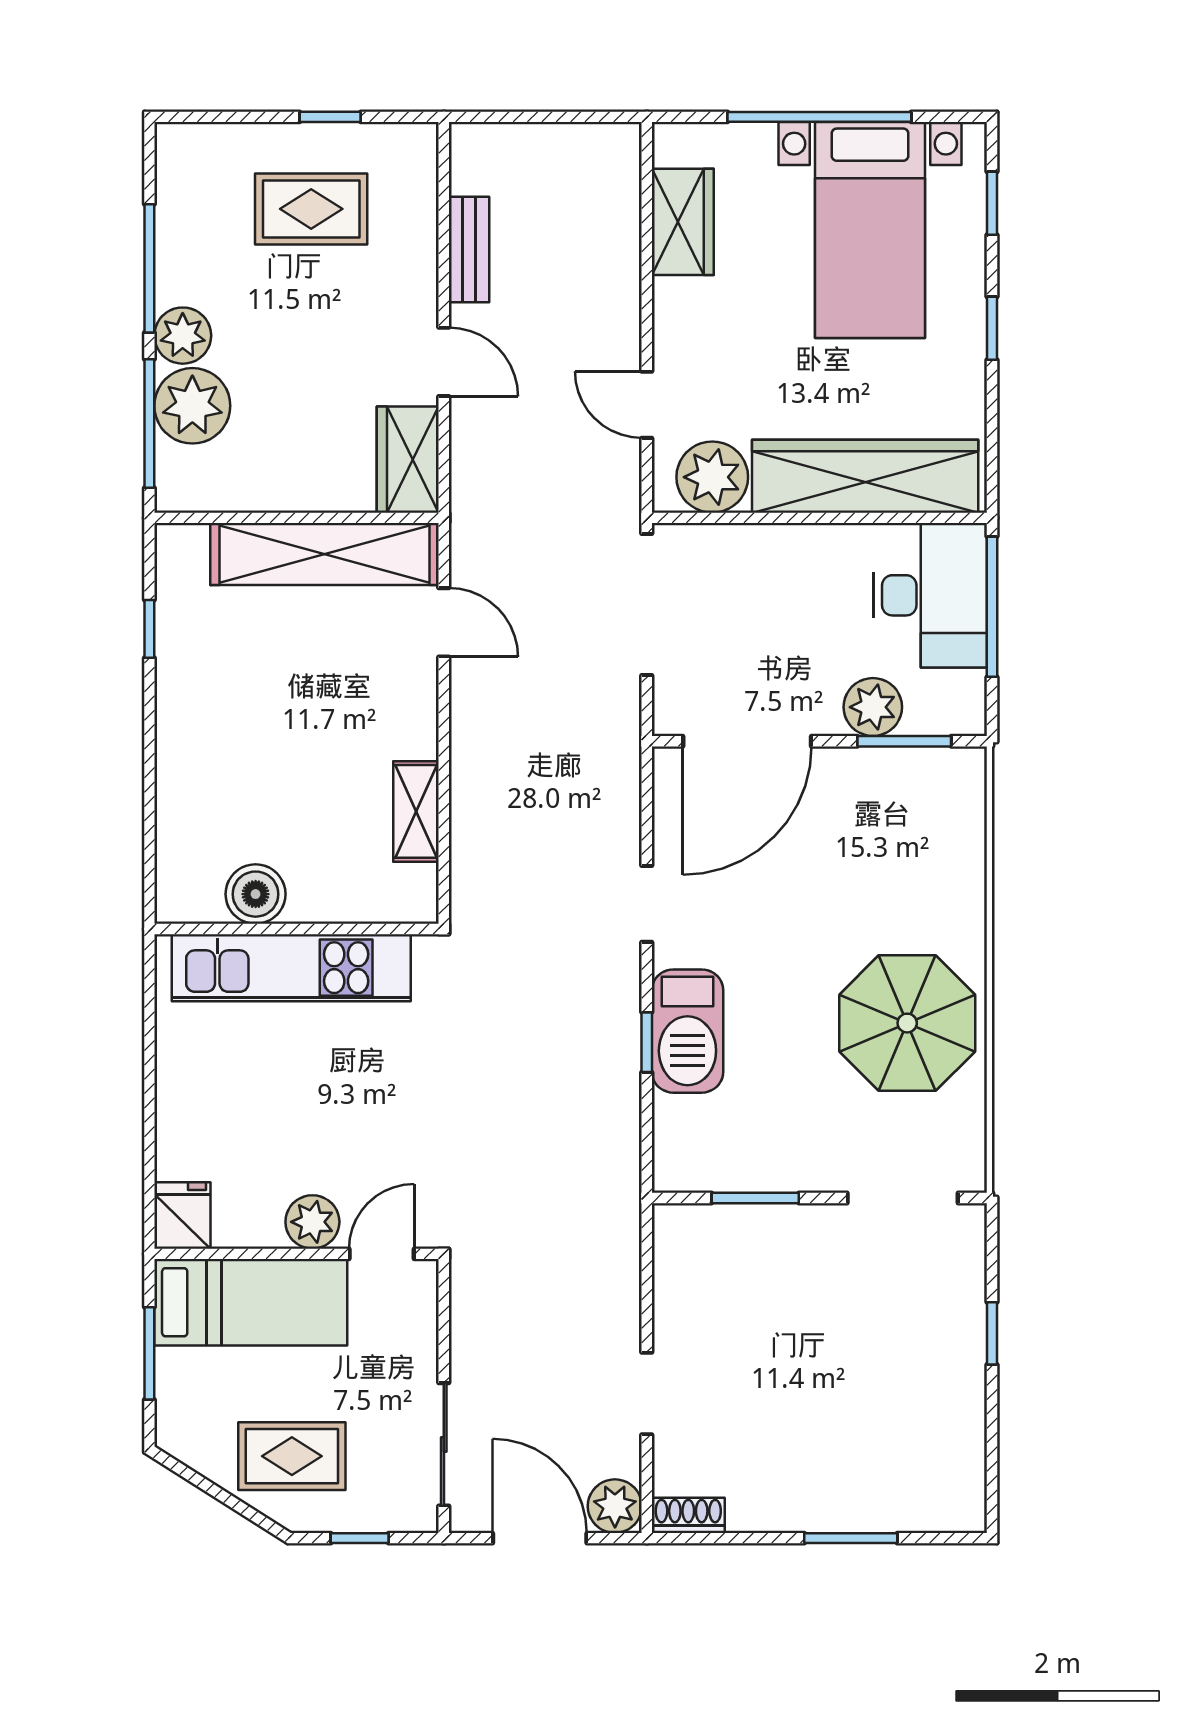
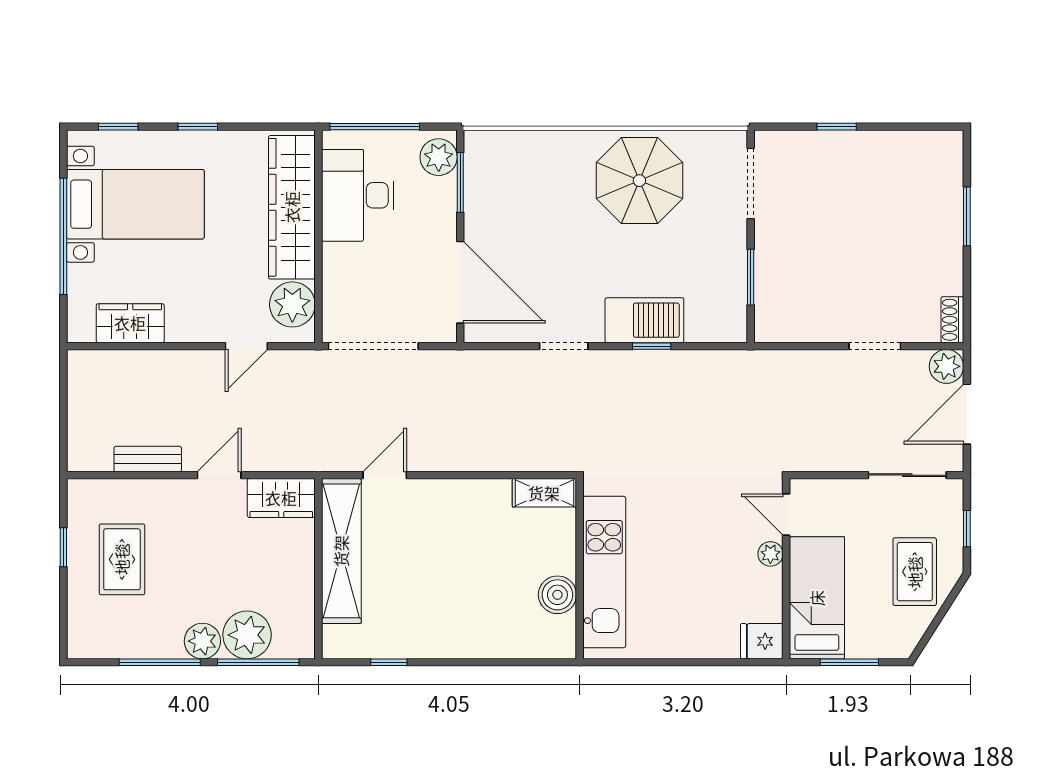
desk: (930, 595) -> (358, 195), moved, turned -90
plant: (873, 707) -> (439, 157), moved
shelving: (416, 811) -> (544, 493), moved
plant: (312, 1222) -> (770, 554), width x0.73, depth x0.73

